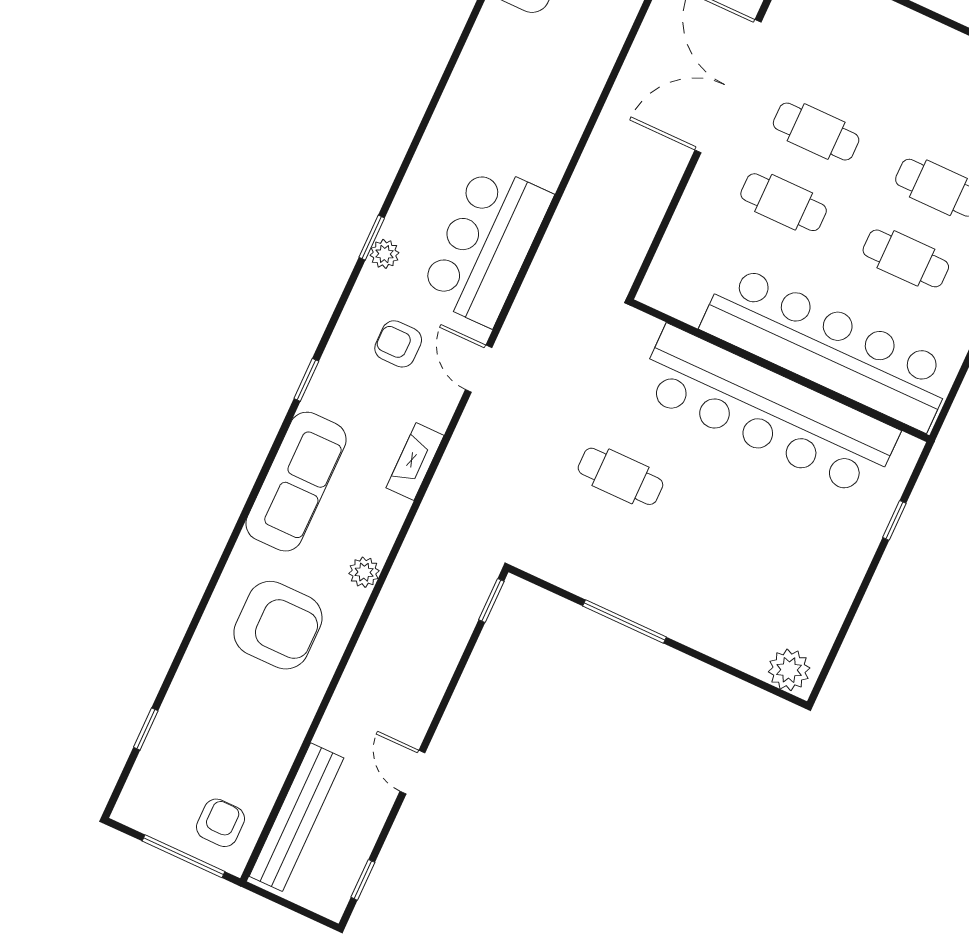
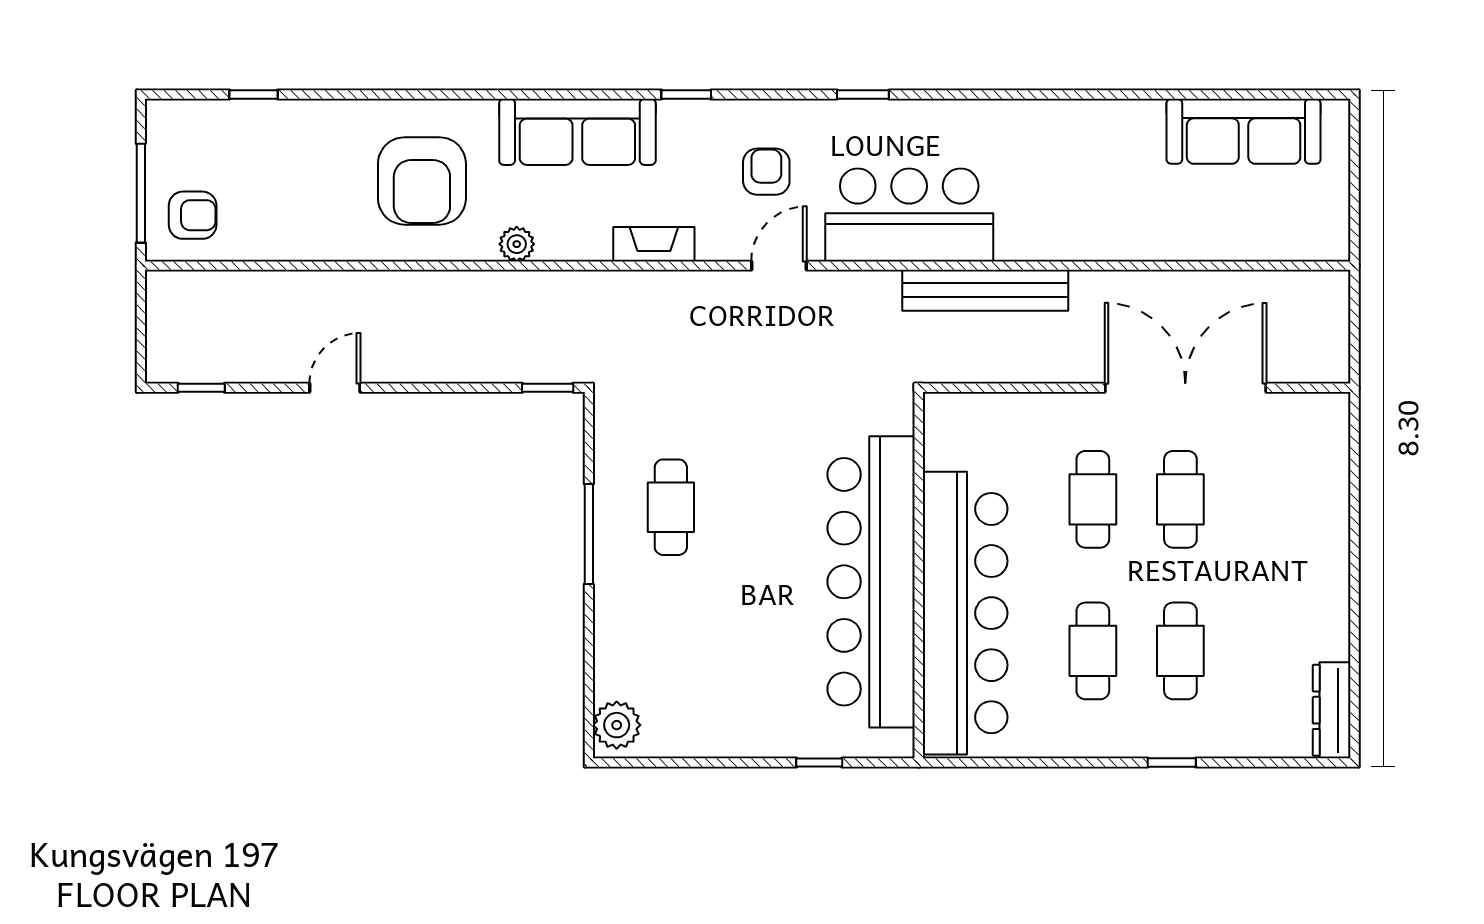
plant: (384, 254) -> (852, 115), removed
cafe table: (620, 476) -> (671, 507), moved
bench: (296, 817) -> (985, 290), moved

